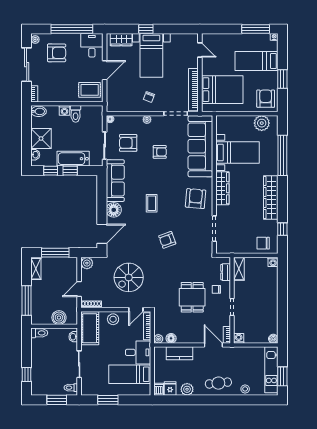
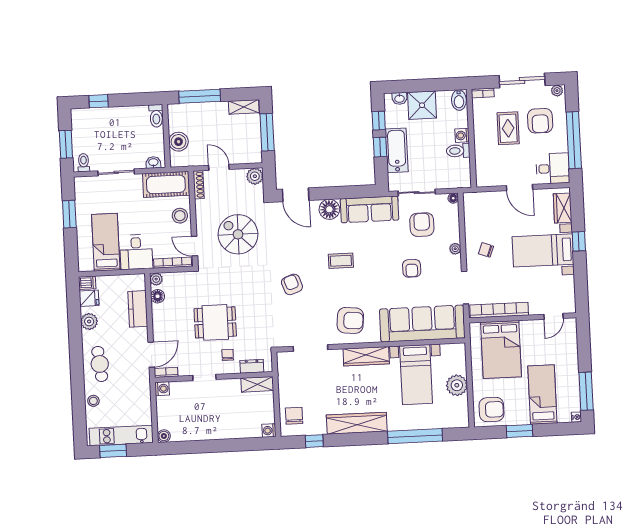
rug: (90, 90) -> (508, 128), moved
plant: (262, 123) -> (457, 385), moved

